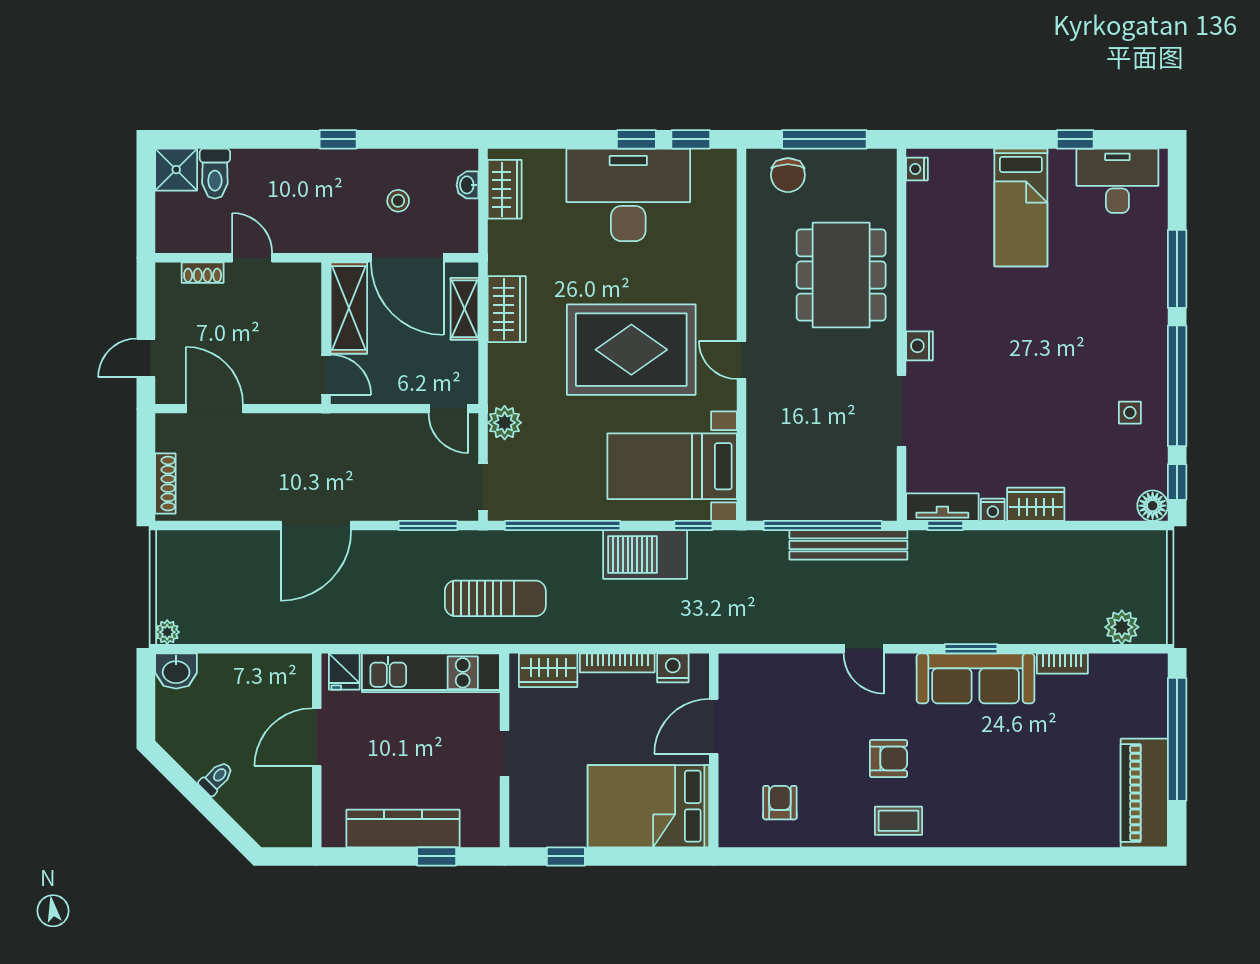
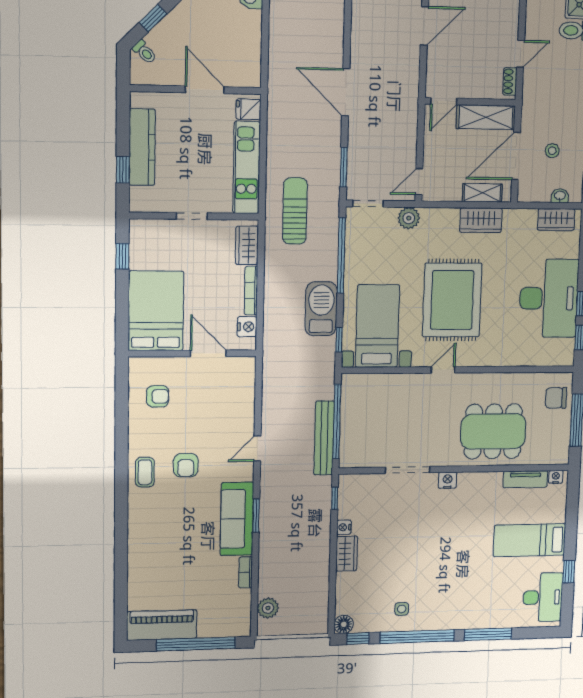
shoe rack: (203, 273) -> (510, 81), moved
tv unit: (942, 507) -> (525, 479), moved, turned 90
sun lounger: (495, 598) -> (295, 211), turned 180
toilet: (216, 778) -> (145, 52), moved
window: (215, 814) -> (153, 18), added

